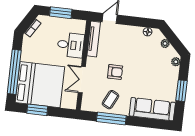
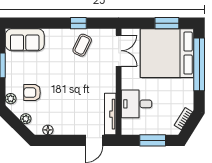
armchair: (115, 72) -> (32, 93), moved
double door: (82, 80) -> (119, 51), moved
sofa: (152, 109) -> (25, 40), width x0.73
window: (111, 118) -> (78, 23), width x0.46

